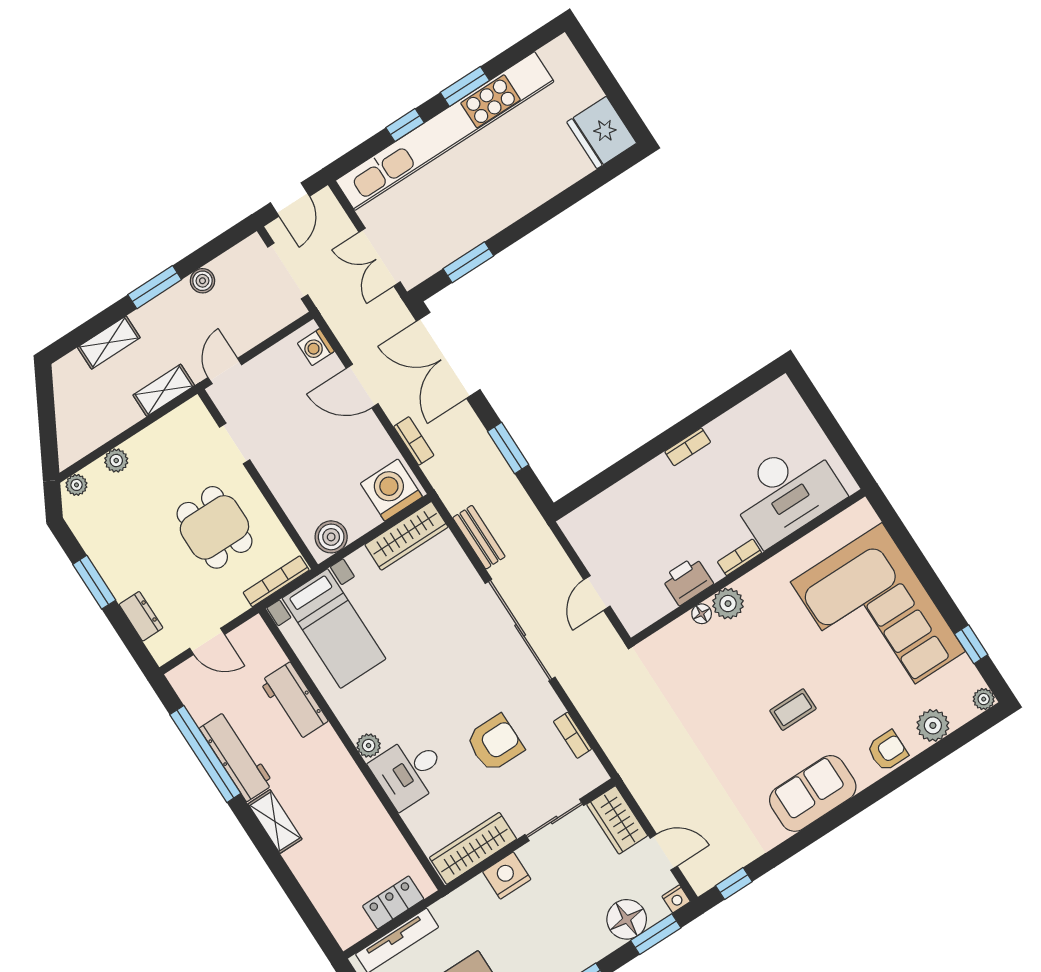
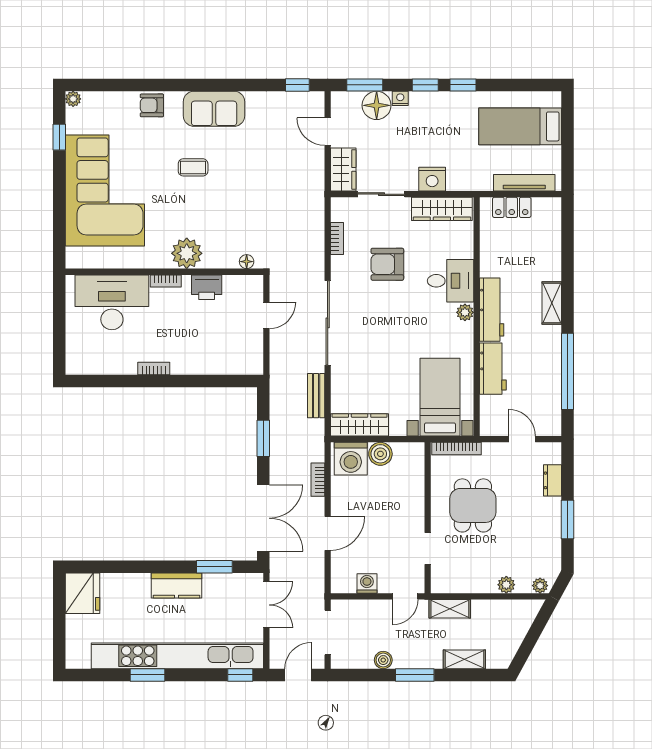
window: (405, 125) -> (240, 675), moved
kitchen counter: (498, 212) -> (177, 585), added
washing machine: (316, 347) -> (367, 583), moved, turned -90
door: (362, 386) -> (328, 533), hinge flipped
boiler: (331, 537) -> (380, 454), moved
plant: (728, 604) -> (187, 253), width x1.36, depth x1.36
floor lamp: (702, 614) -> (247, 262), moved
plant: (933, 725) -> (114, 103), removed
workbench: (237, 756) -> (492, 310), moved, turned 180
nightstand: (676, 899) -> (400, 98), moved

